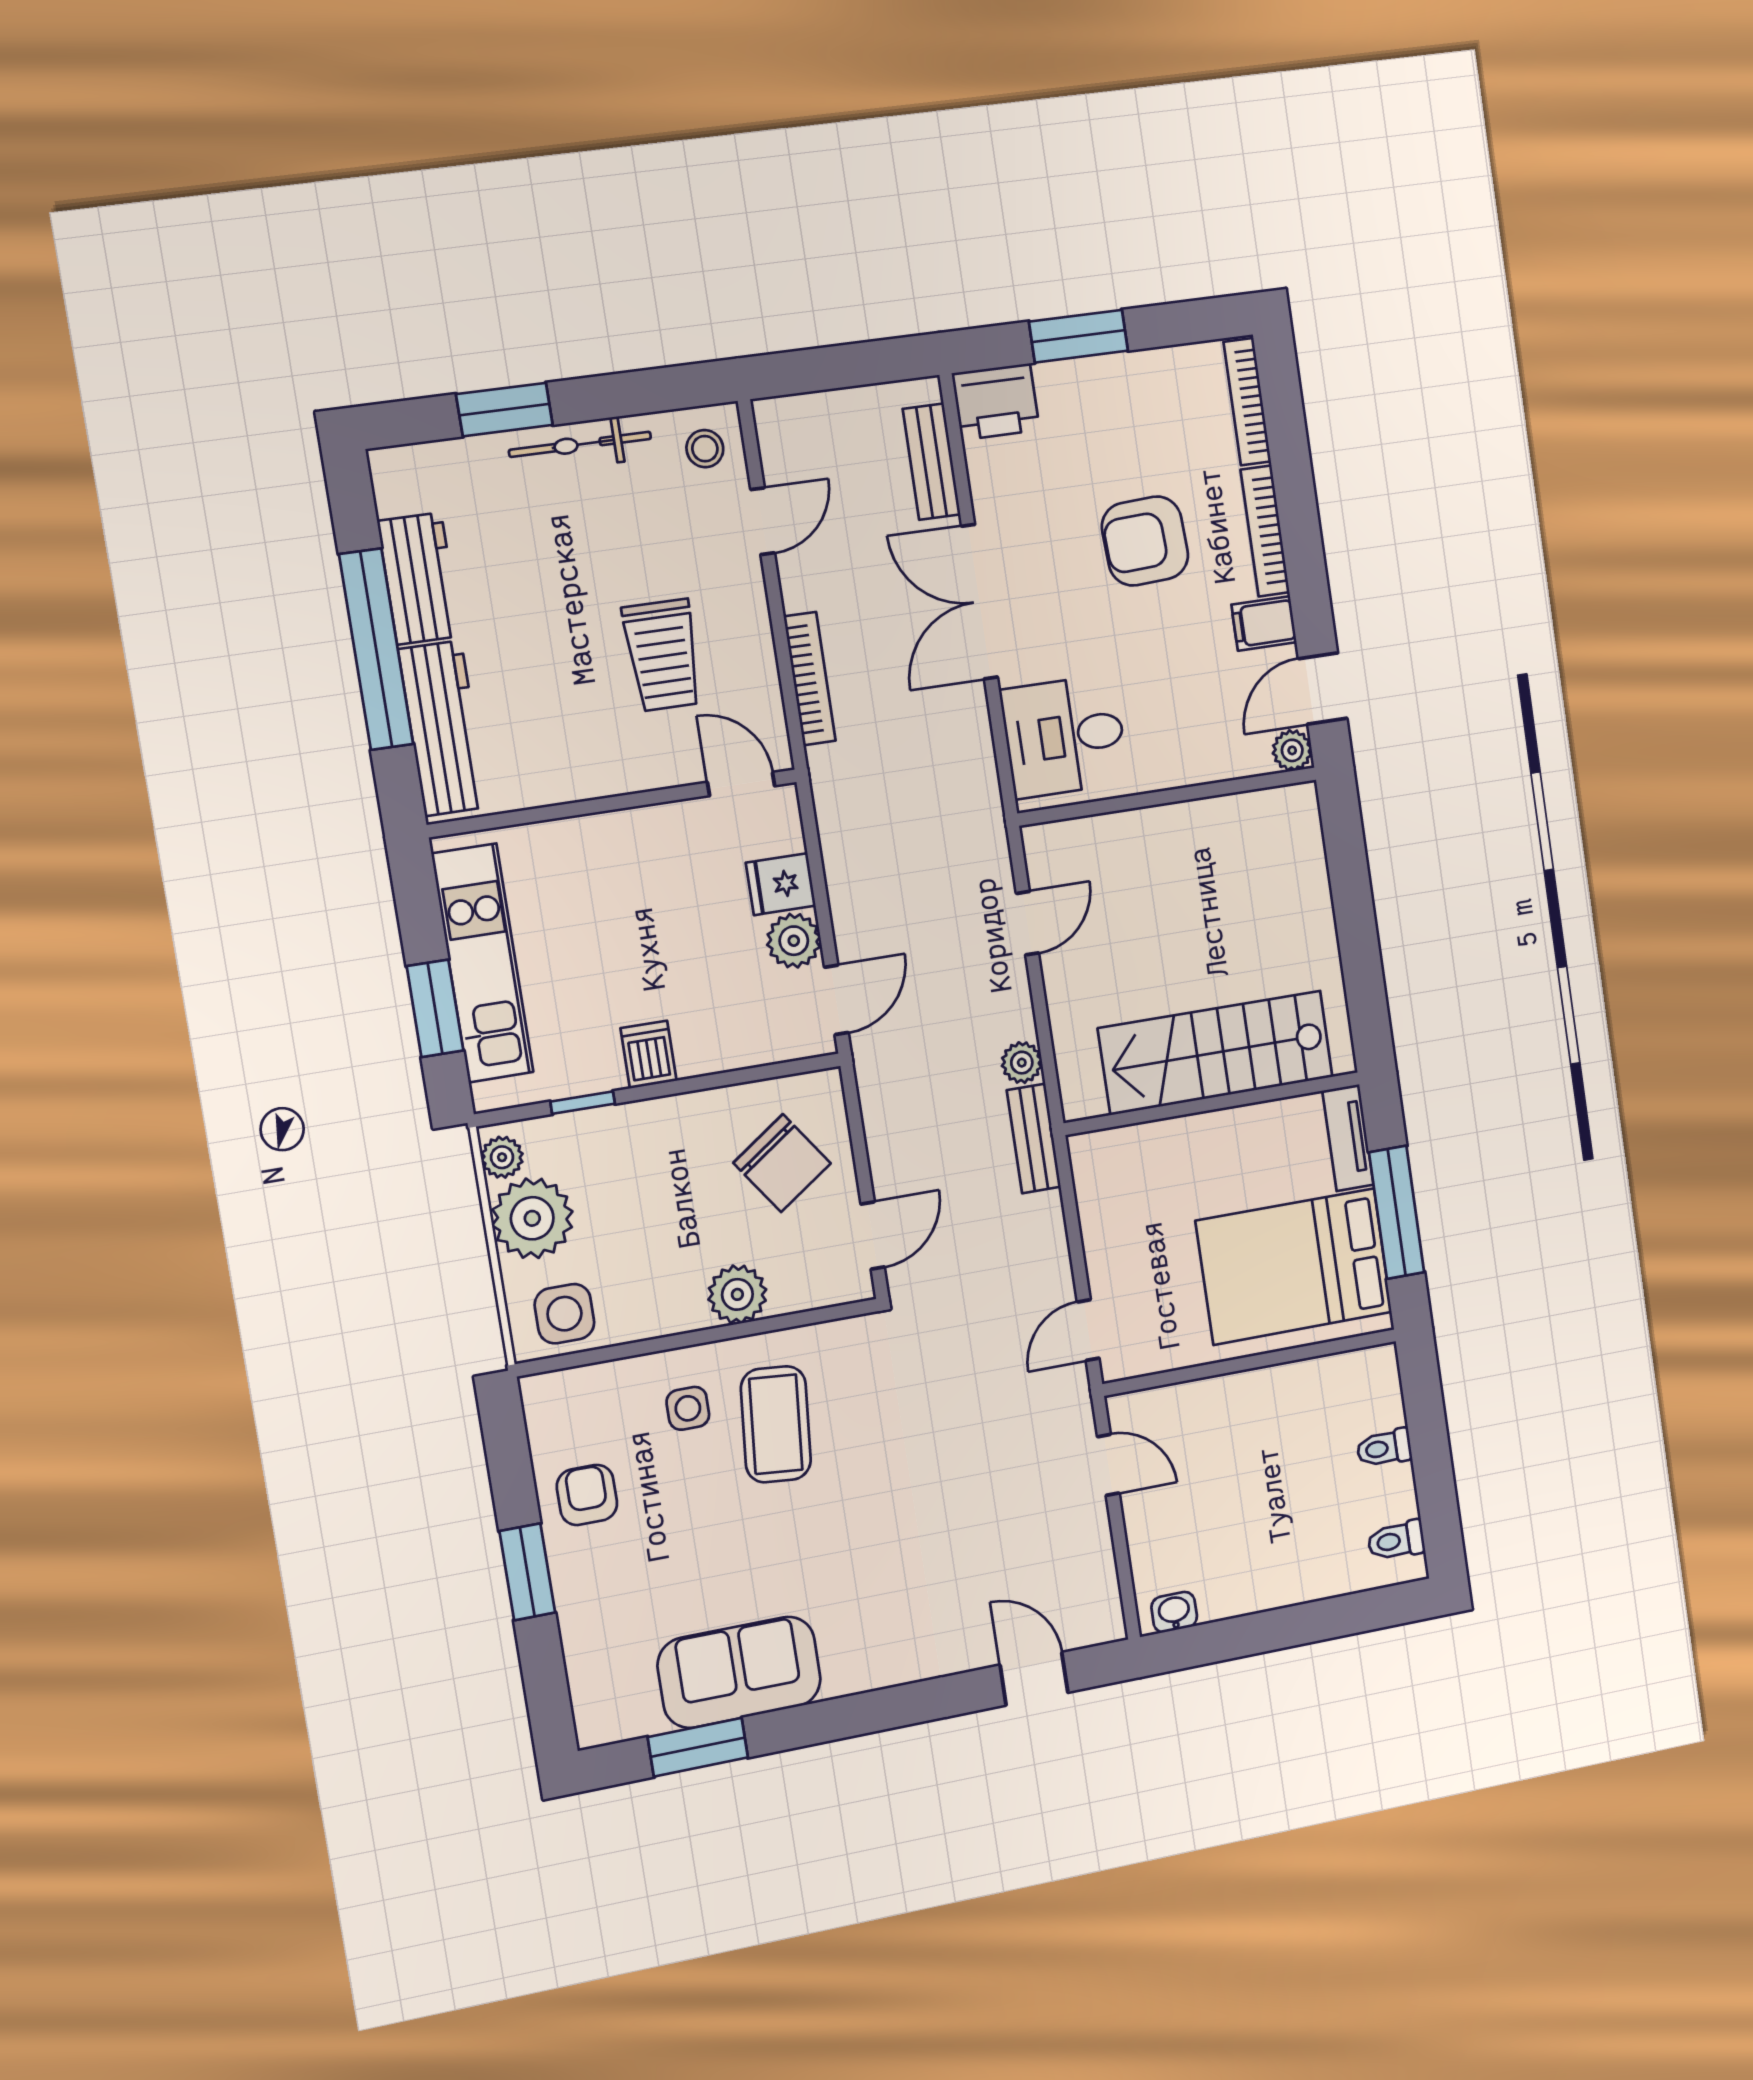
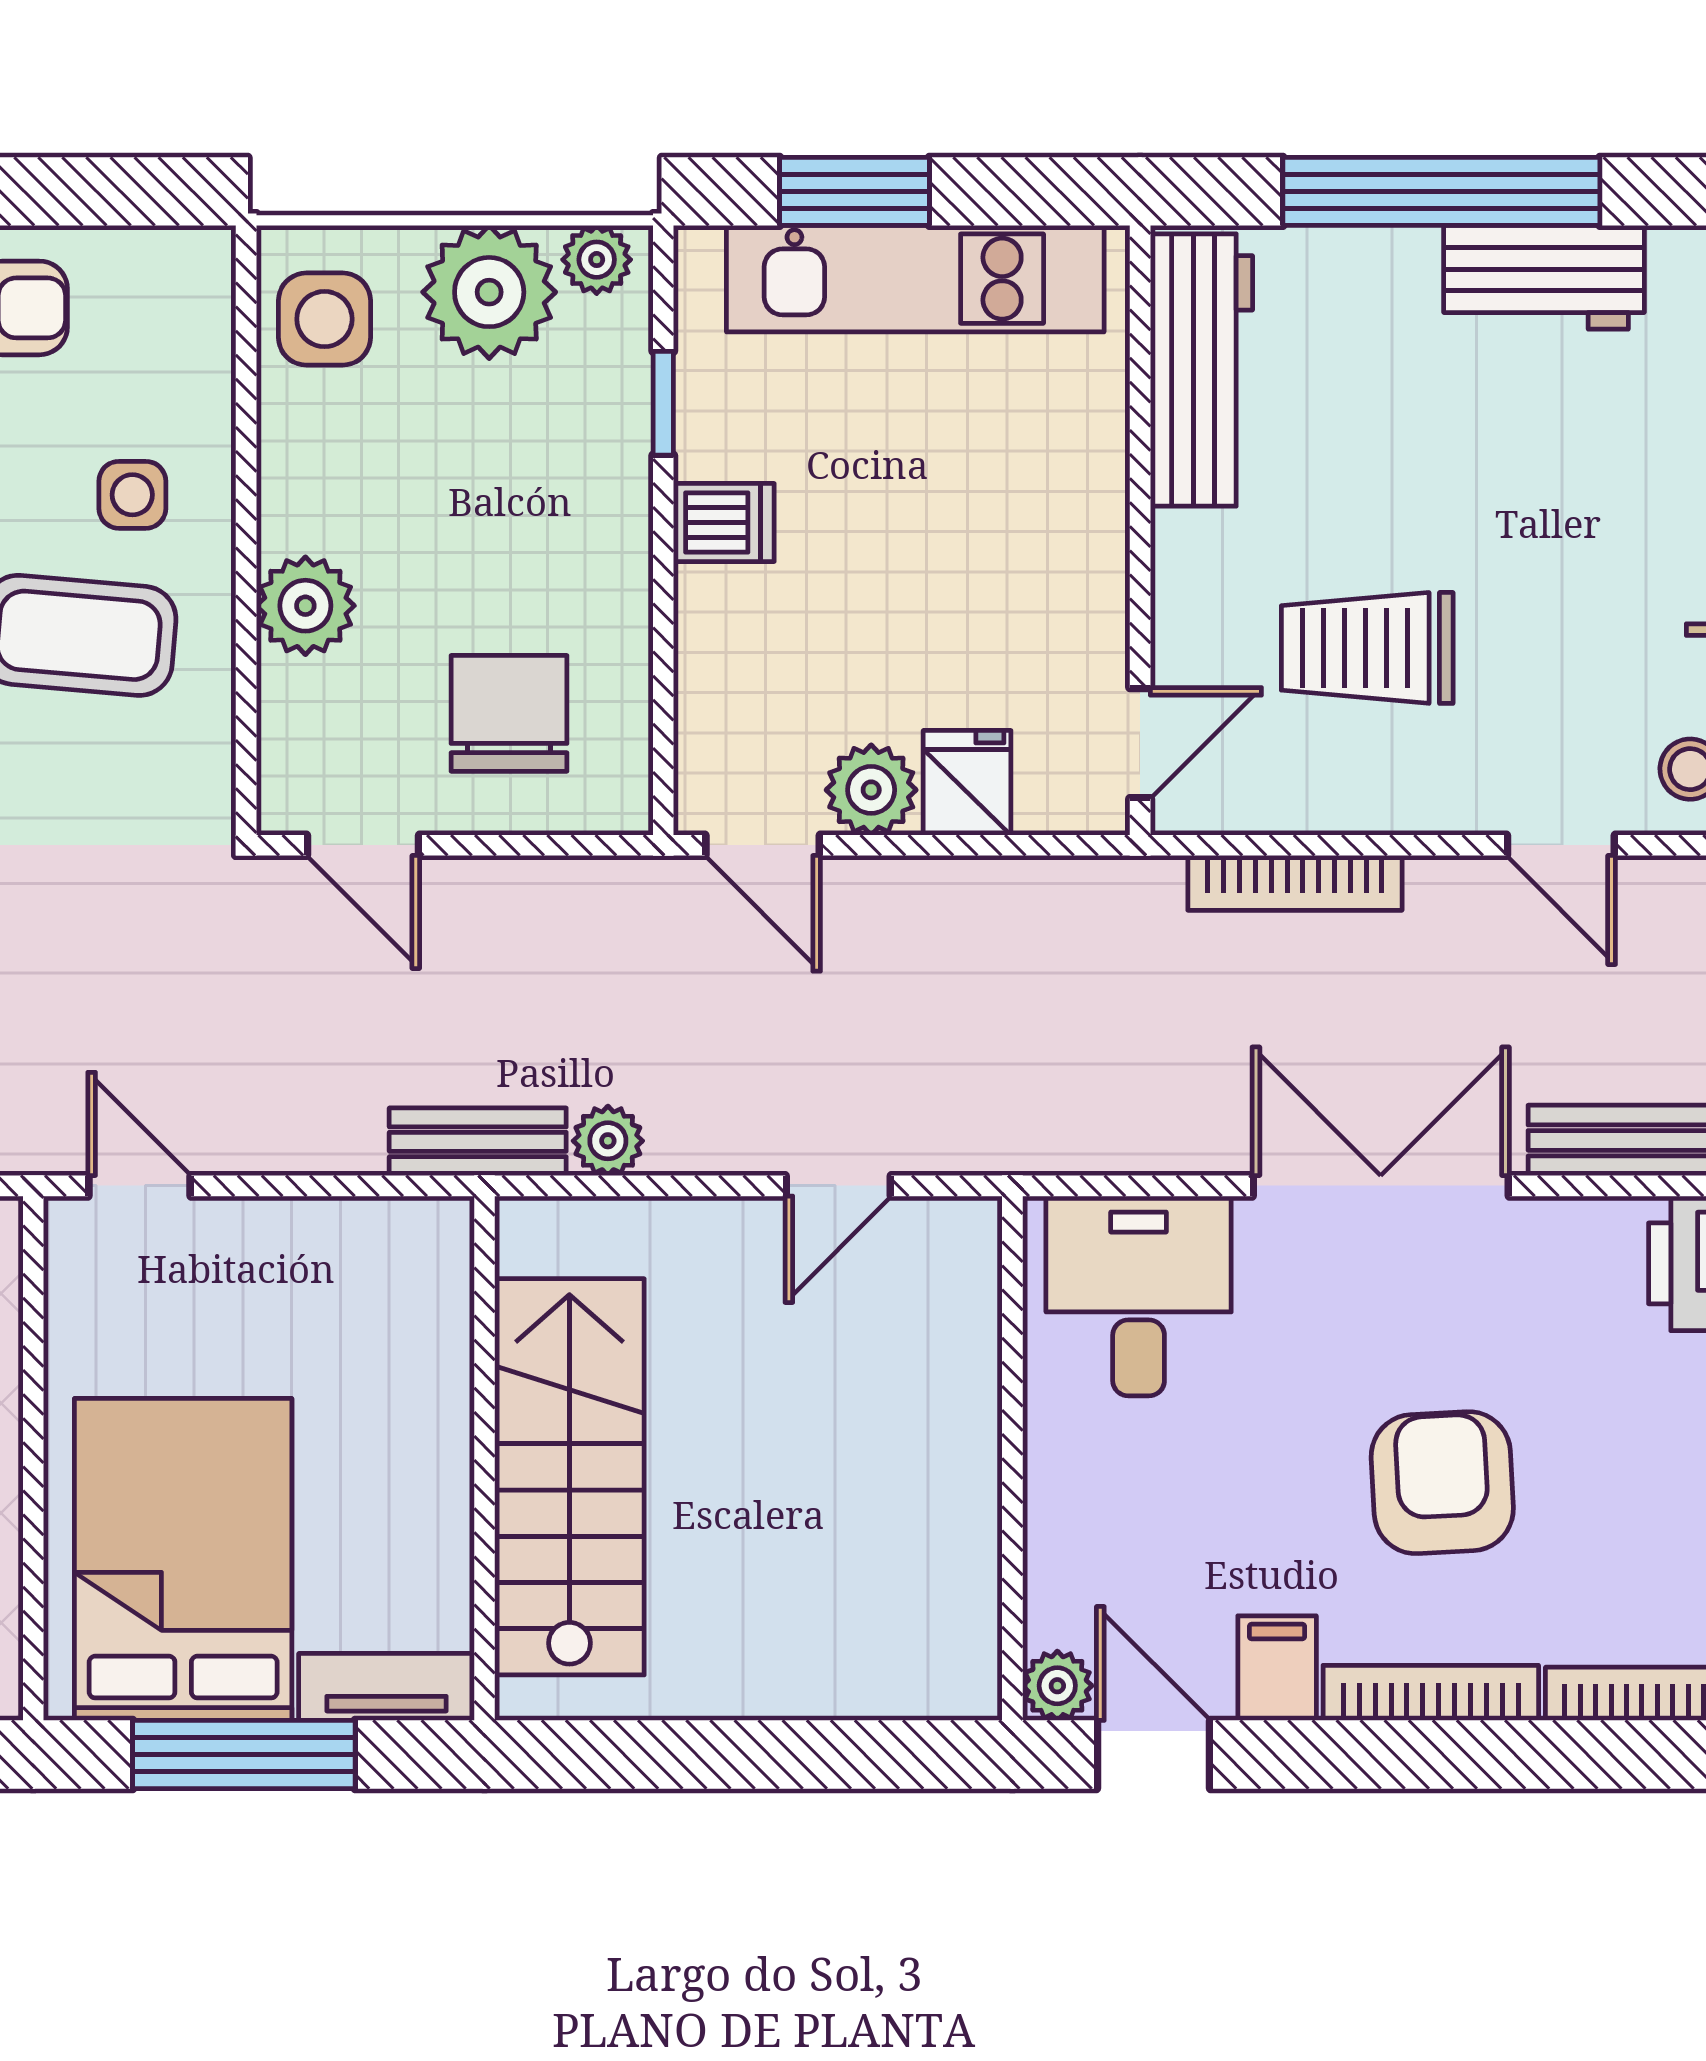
workbench: (443, 728) -> (1201, 370), moved, turned -90
door: (1027, 923) -> (838, 1186), hinge flipped
chair: (782, 1163) -> (509, 713), turned 125

